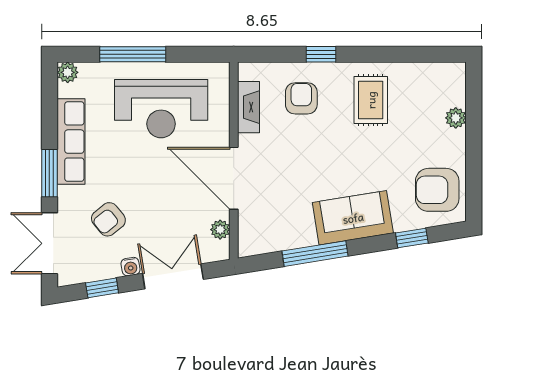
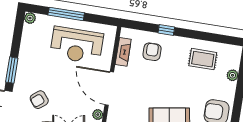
rug: (371, 100) -> (203, 59), moved, turned 90
row of seats: (71, 142) -> (26, 55), removed

